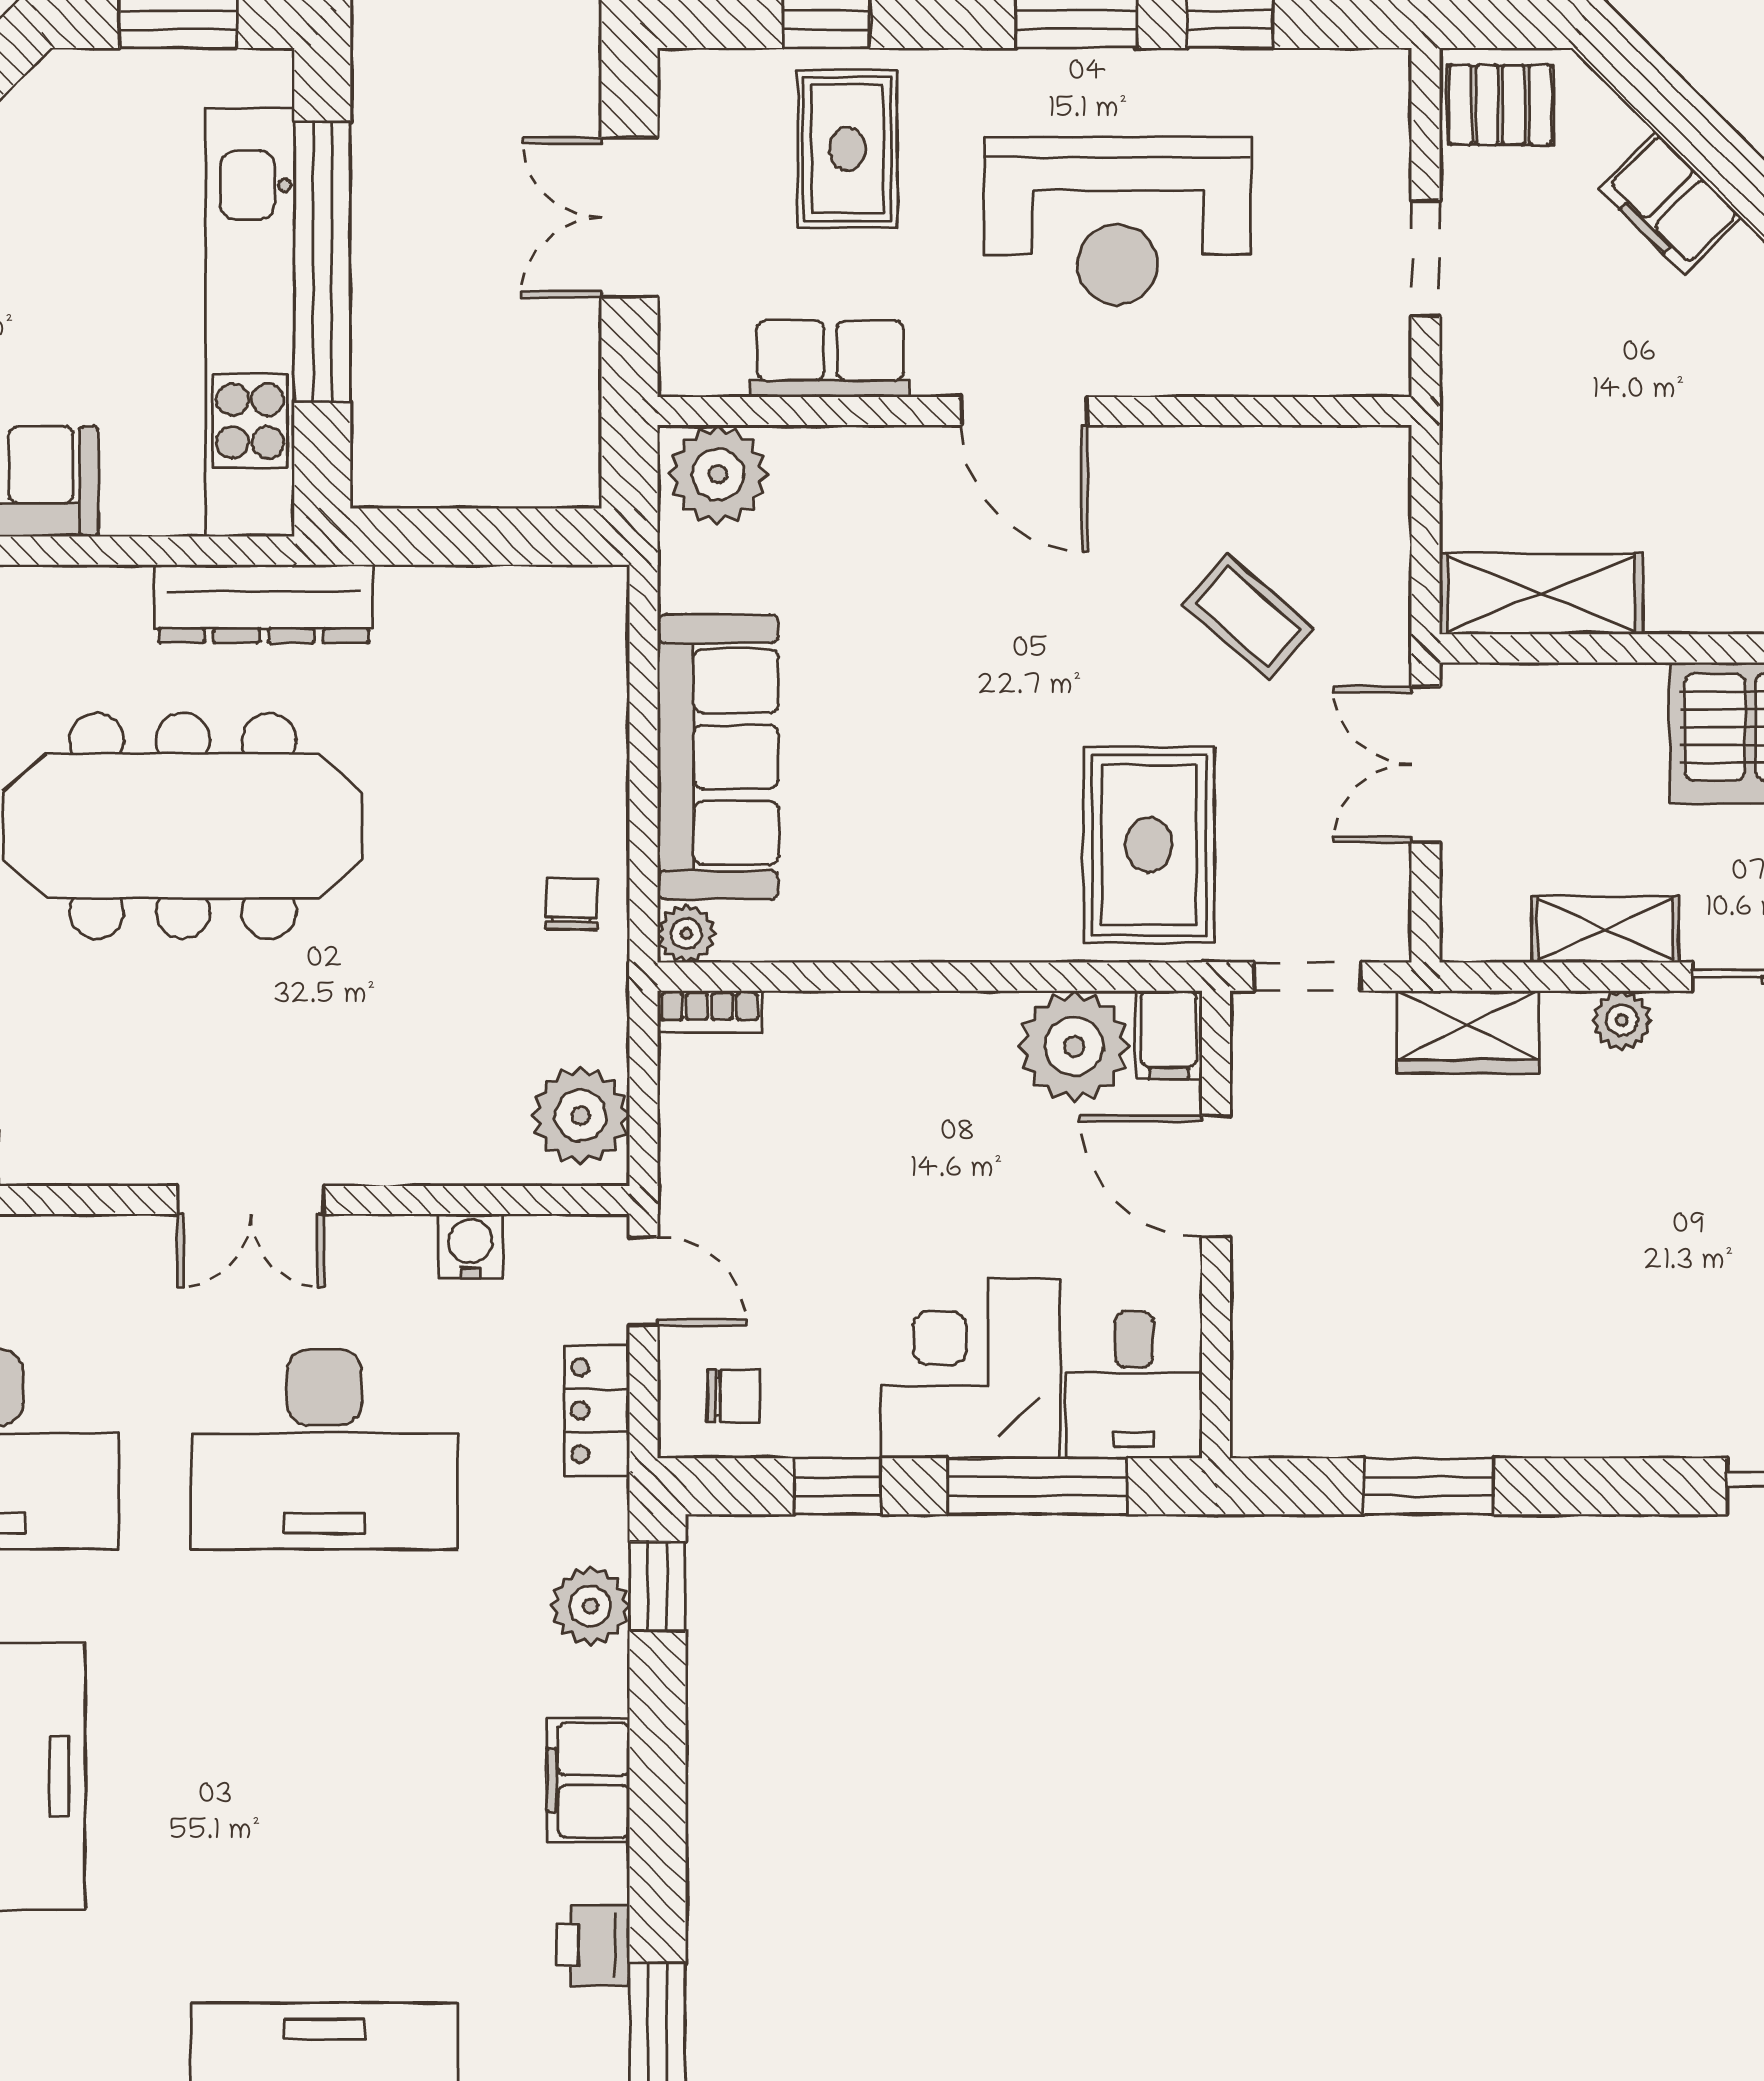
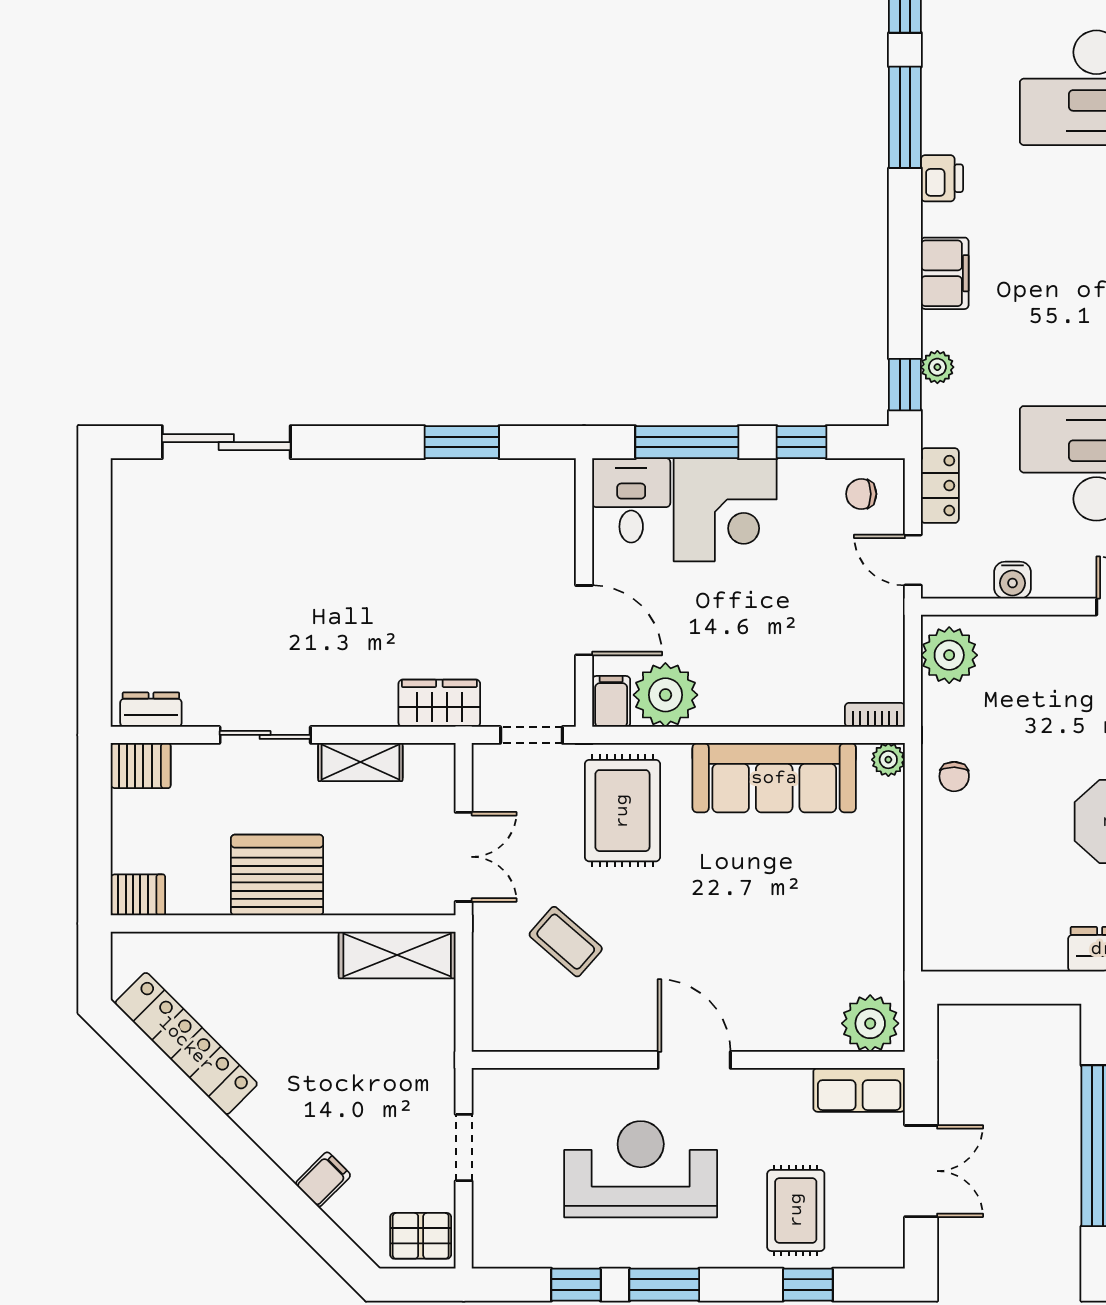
filing cabinet: (1670, 203) -> (323, 1179), width x0.50
row of seats: (830, 359) -> (859, 1090), moved
sofa: (718, 757) -> (774, 778), moved, turned -90
plant: (1622, 1020) -> (351, 710), removed
plant: (590, 1606) -> (937, 367), width x0.73, depth x0.73

